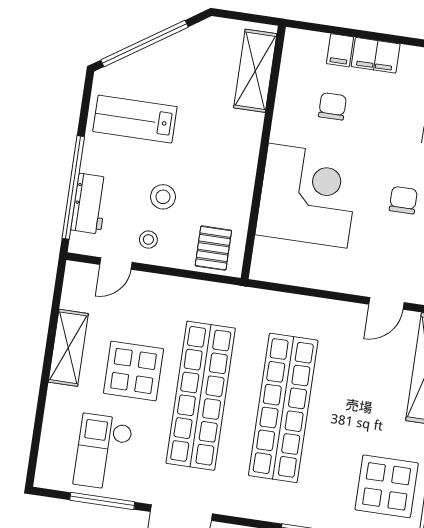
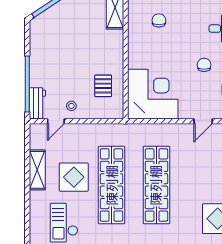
lab bench: (135, 119) -> (55, 43), removed
corner desk: (308, 196) -> (153, 94), moved
stool: (163, 197) -> (76, 82), removed
workbench: (90, 204) -> (37, 103), moved
pallet: (213, 248) -> (103, 86), moved

